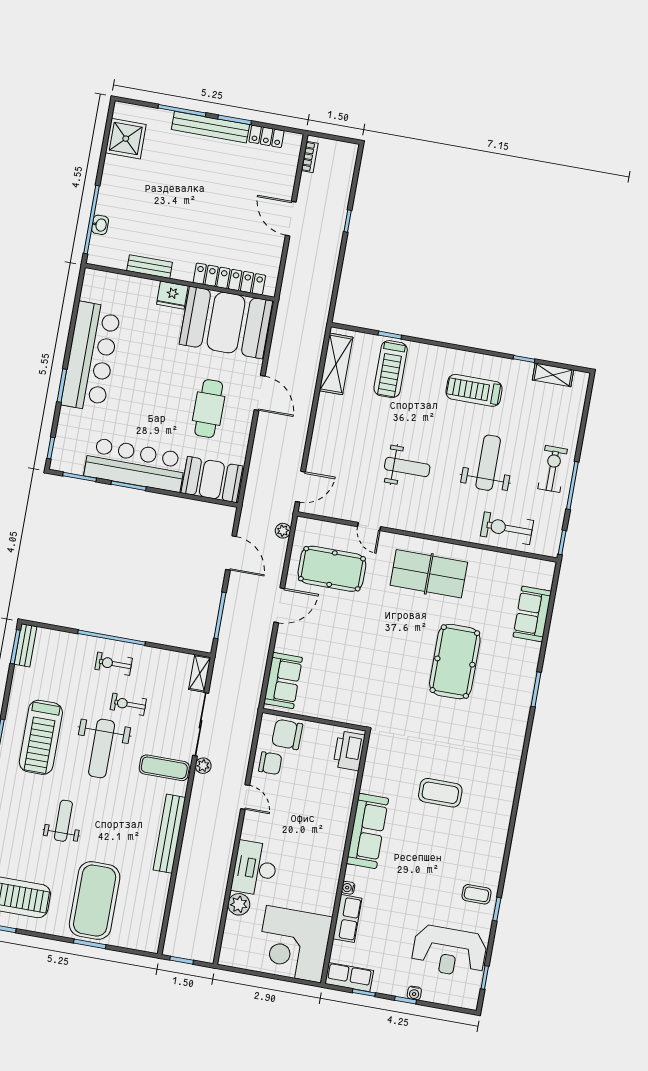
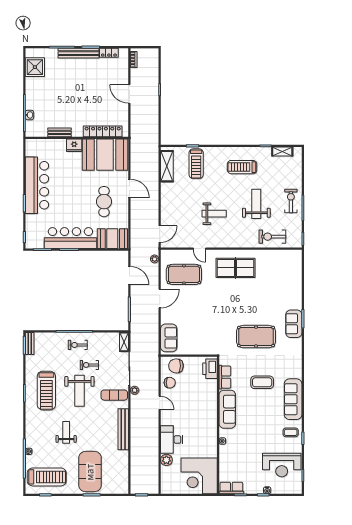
sofa: (532, 614) -> (294, 324), moved
pool table: (455, 662) -> (256, 337), moved, turned 90
sofa: (492, 834) -> (293, 399), added
row of seats: (347, 918) -> (225, 377), moved

